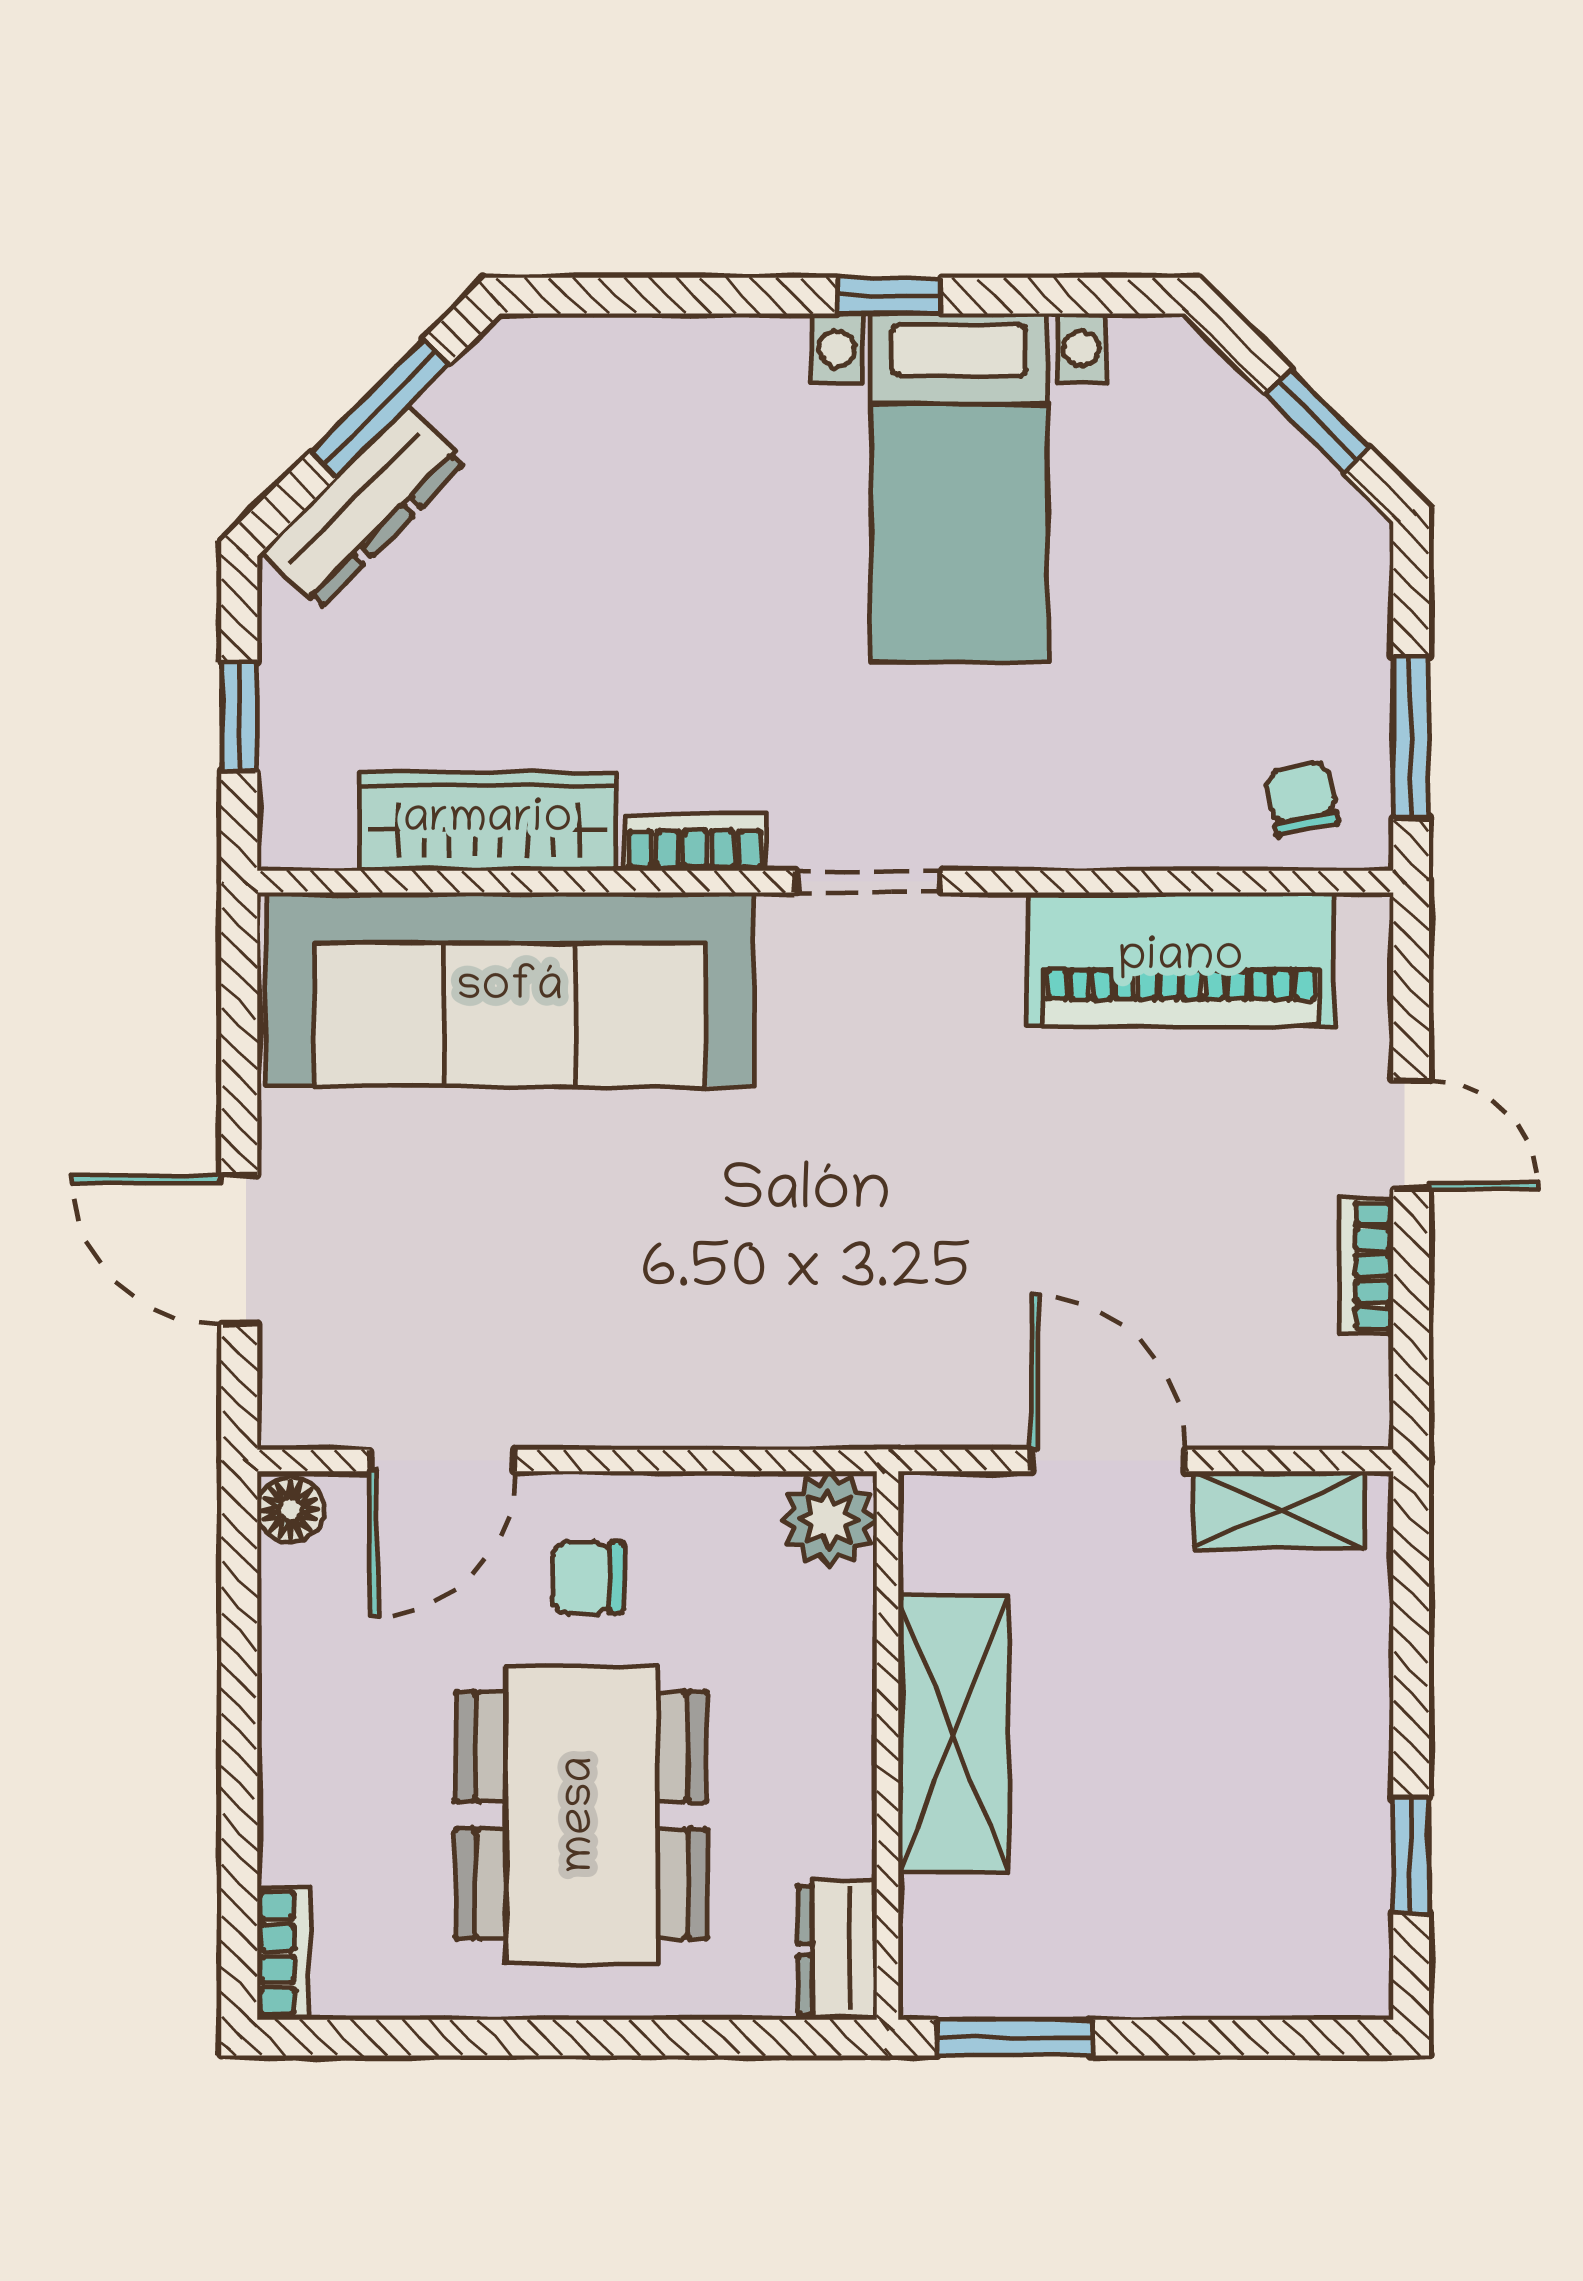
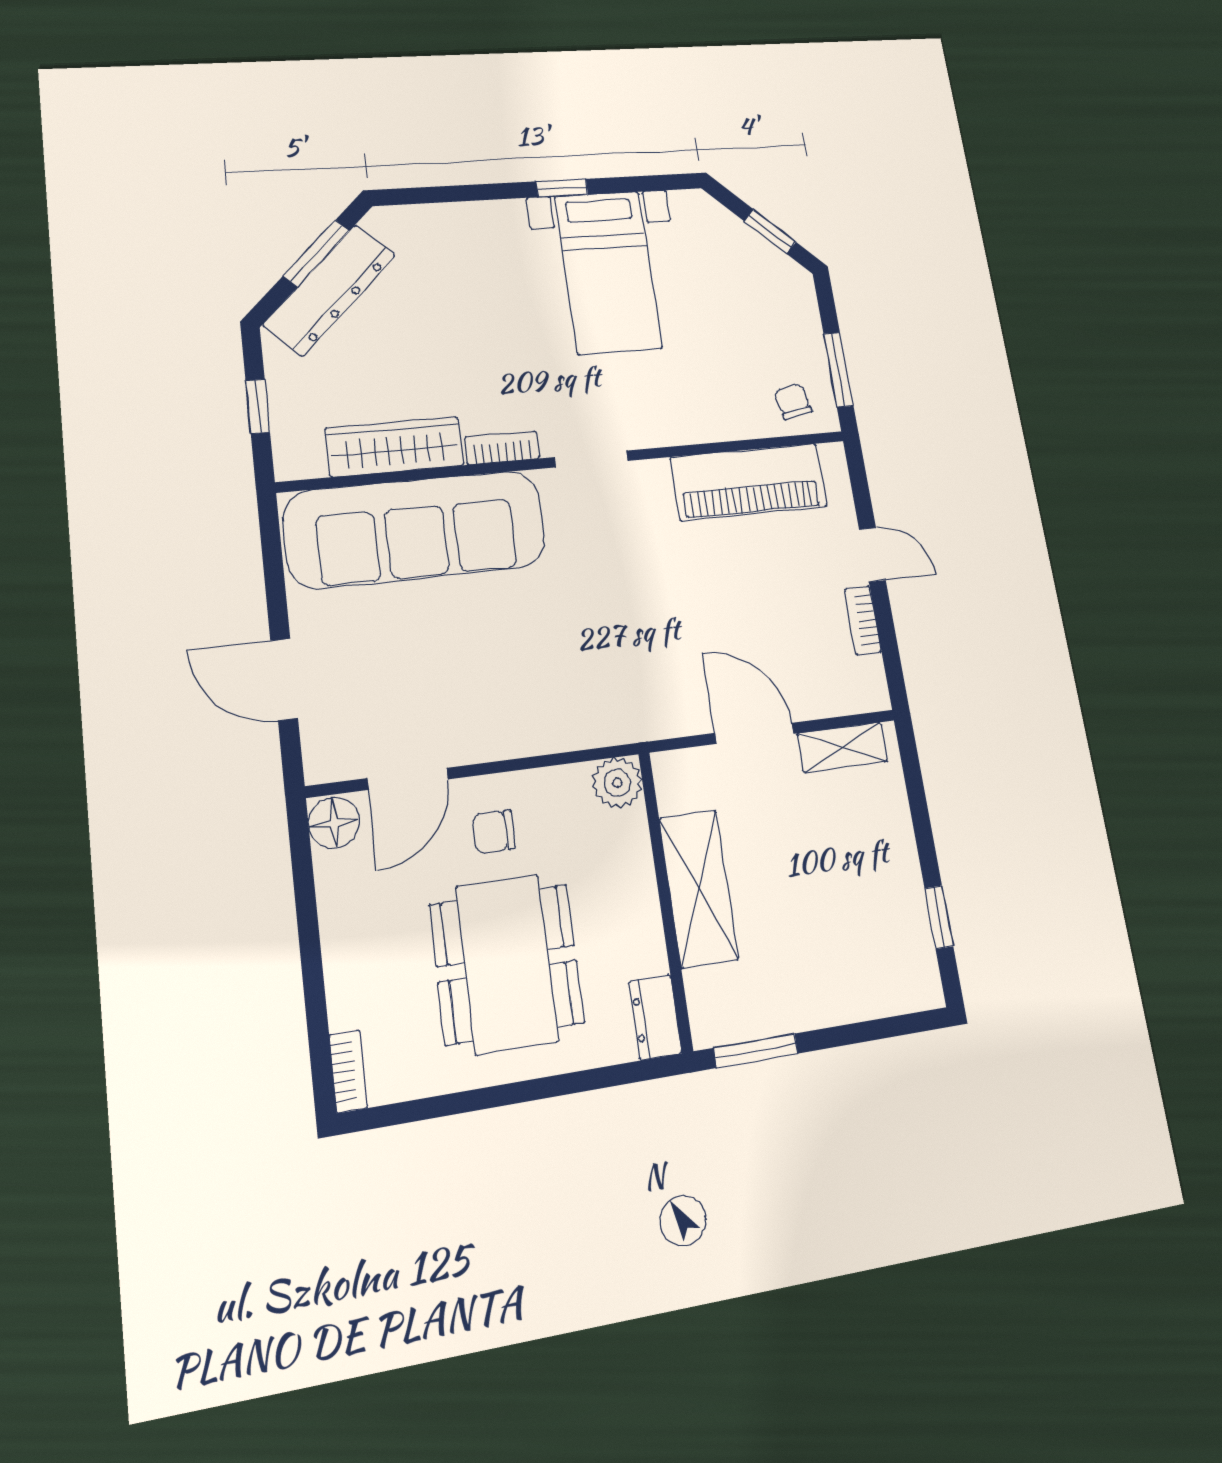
dresser: (364, 507) -> (329, 290), width x1.37, depth x1.24
floor lamp: (290, 1510) -> (334, 823), width x1.37, depth x1.37

